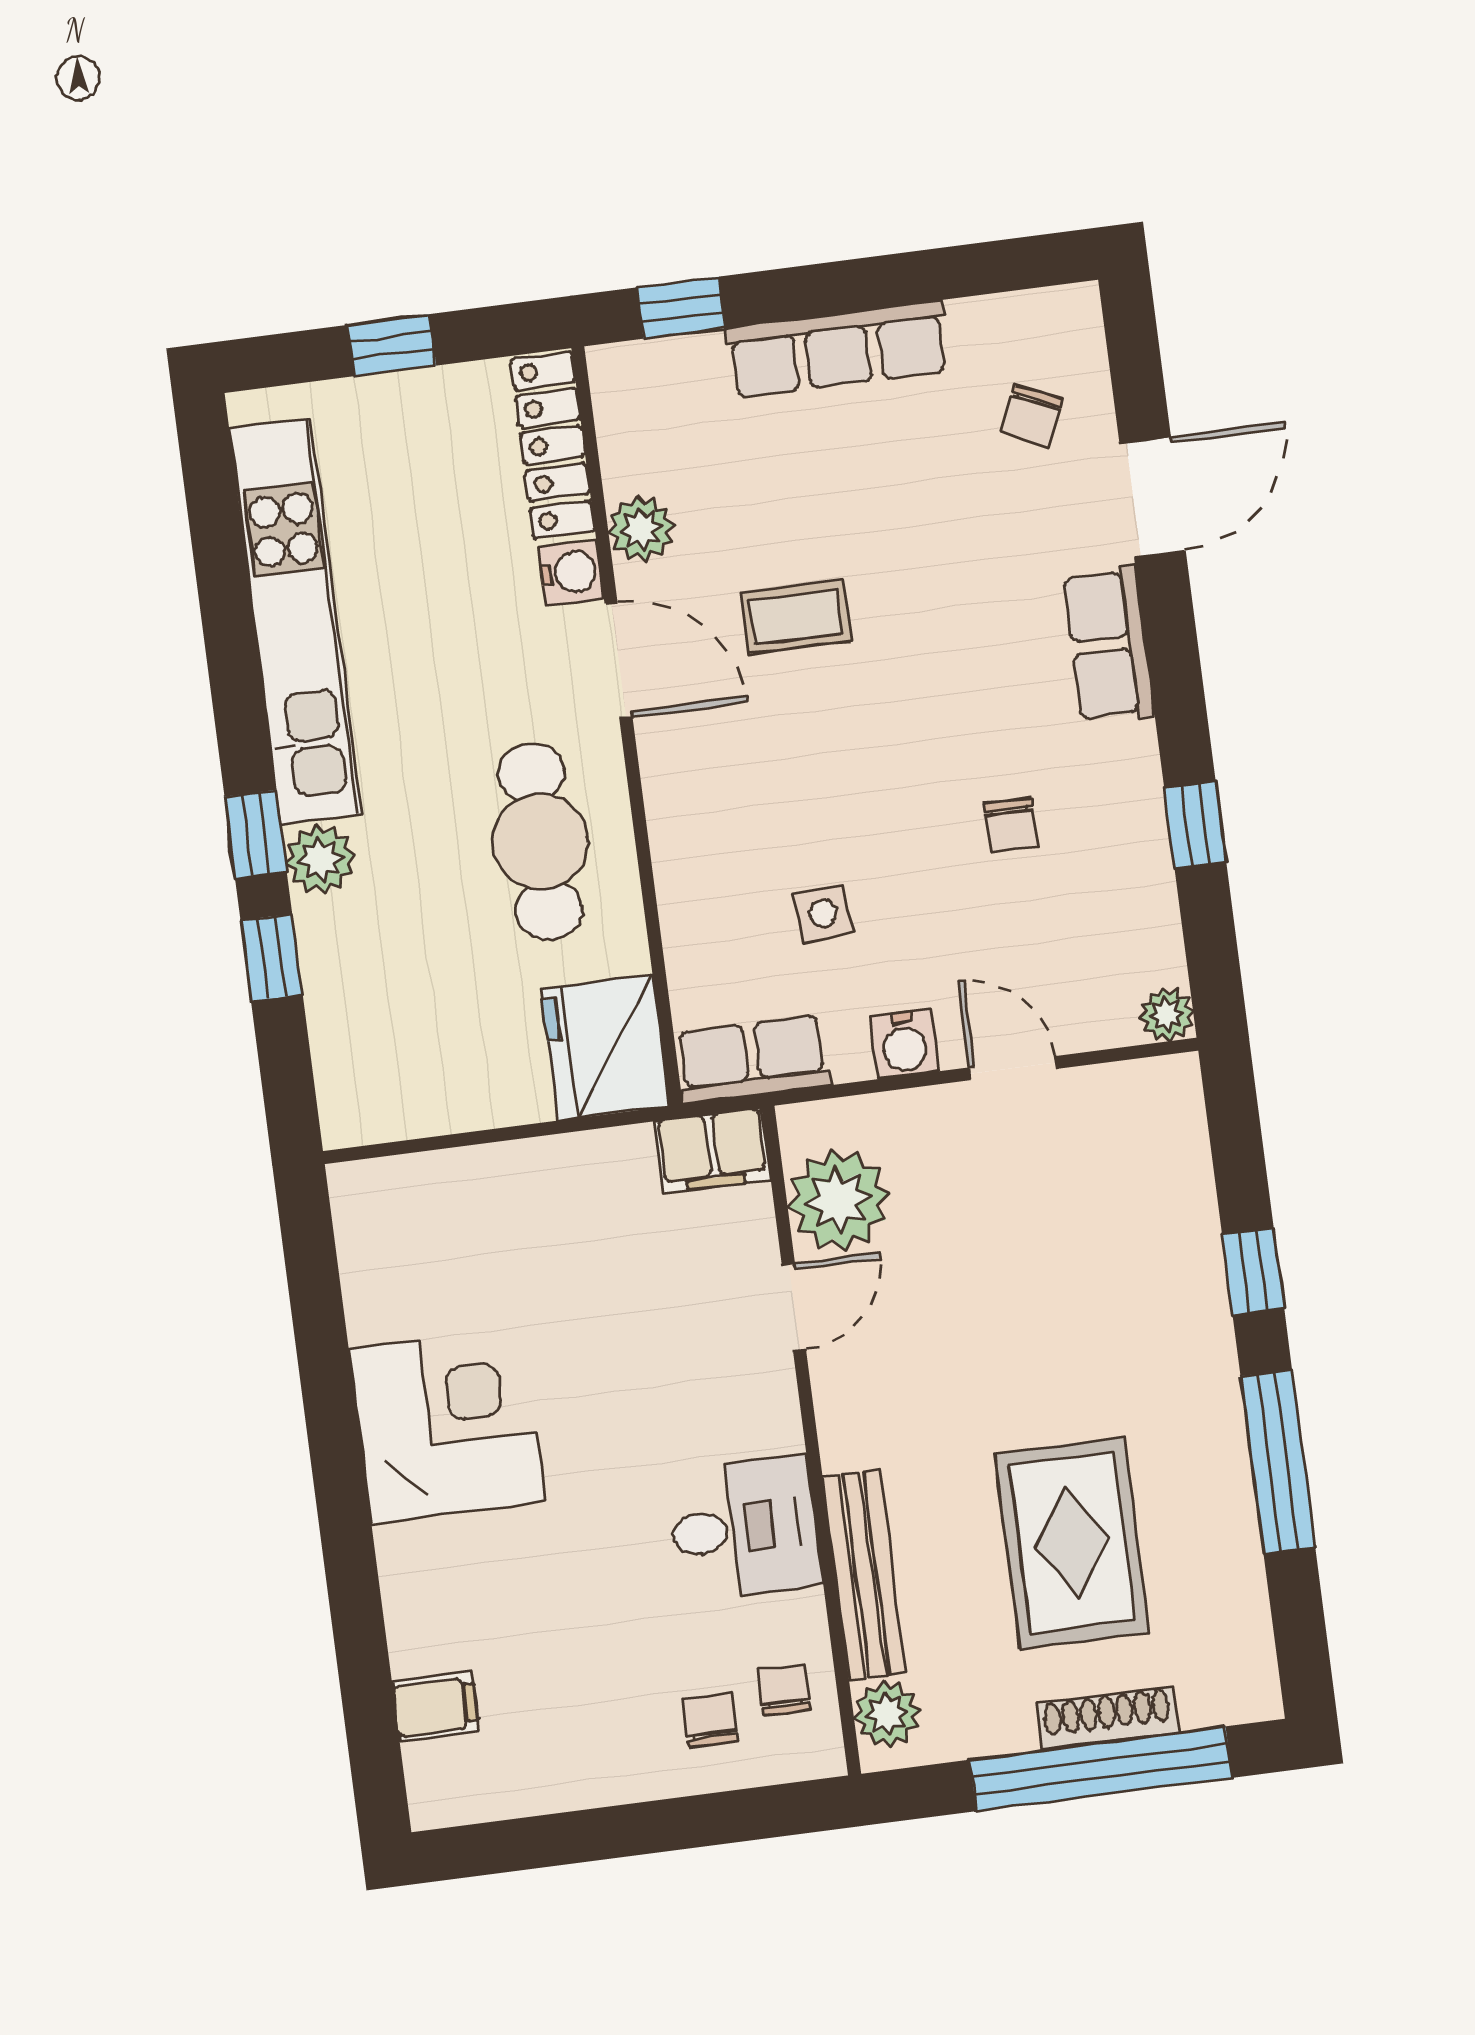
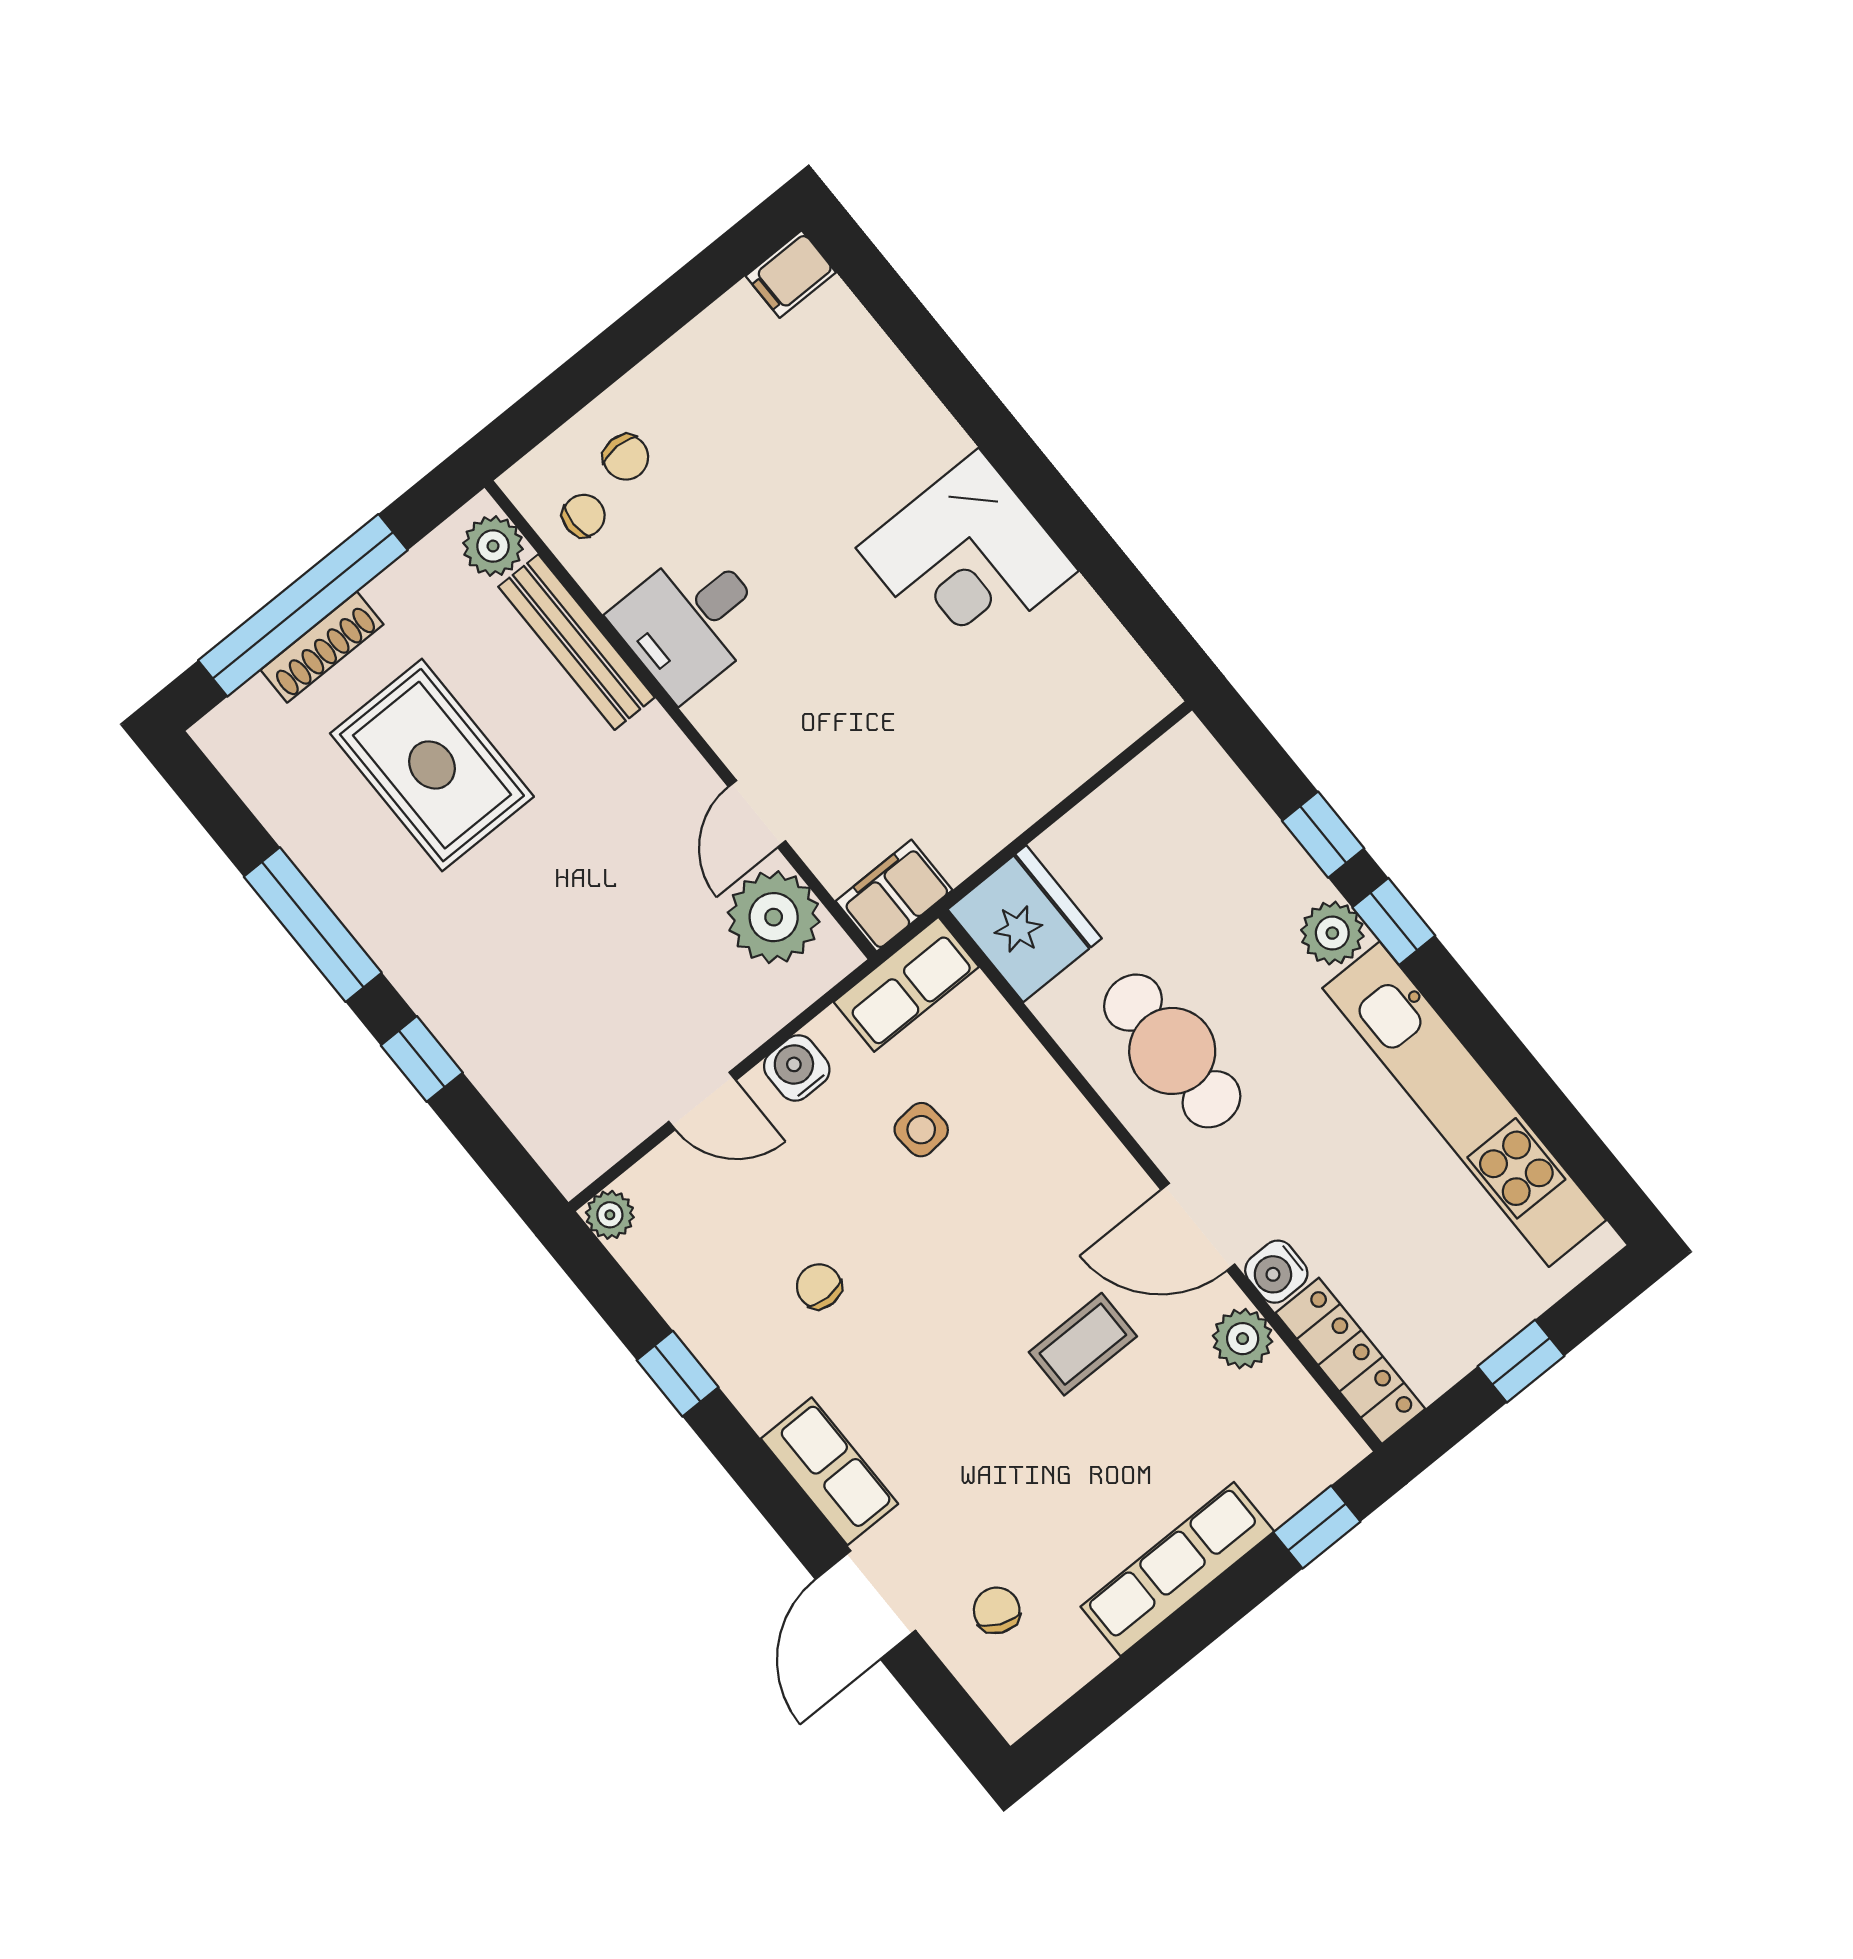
chair: (784, 1690) -> (584, 516), turned -90
filing cabinet: (436, 1707) -> (791, 274), moved

